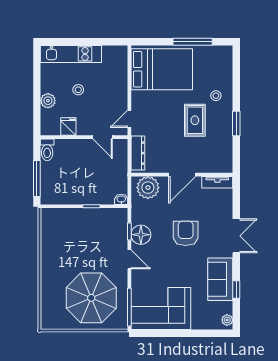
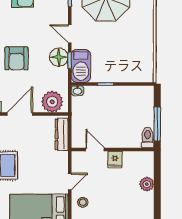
stool: (78, 90) -> (83, 202), moved
door: (129, 119) -> (70, 182), moved
fridge: (68, 127) -> (115, 160), moved
window: (37, 178) -> (157, 124), moved
barbecue: (118, 226) -> (81, 66), added

